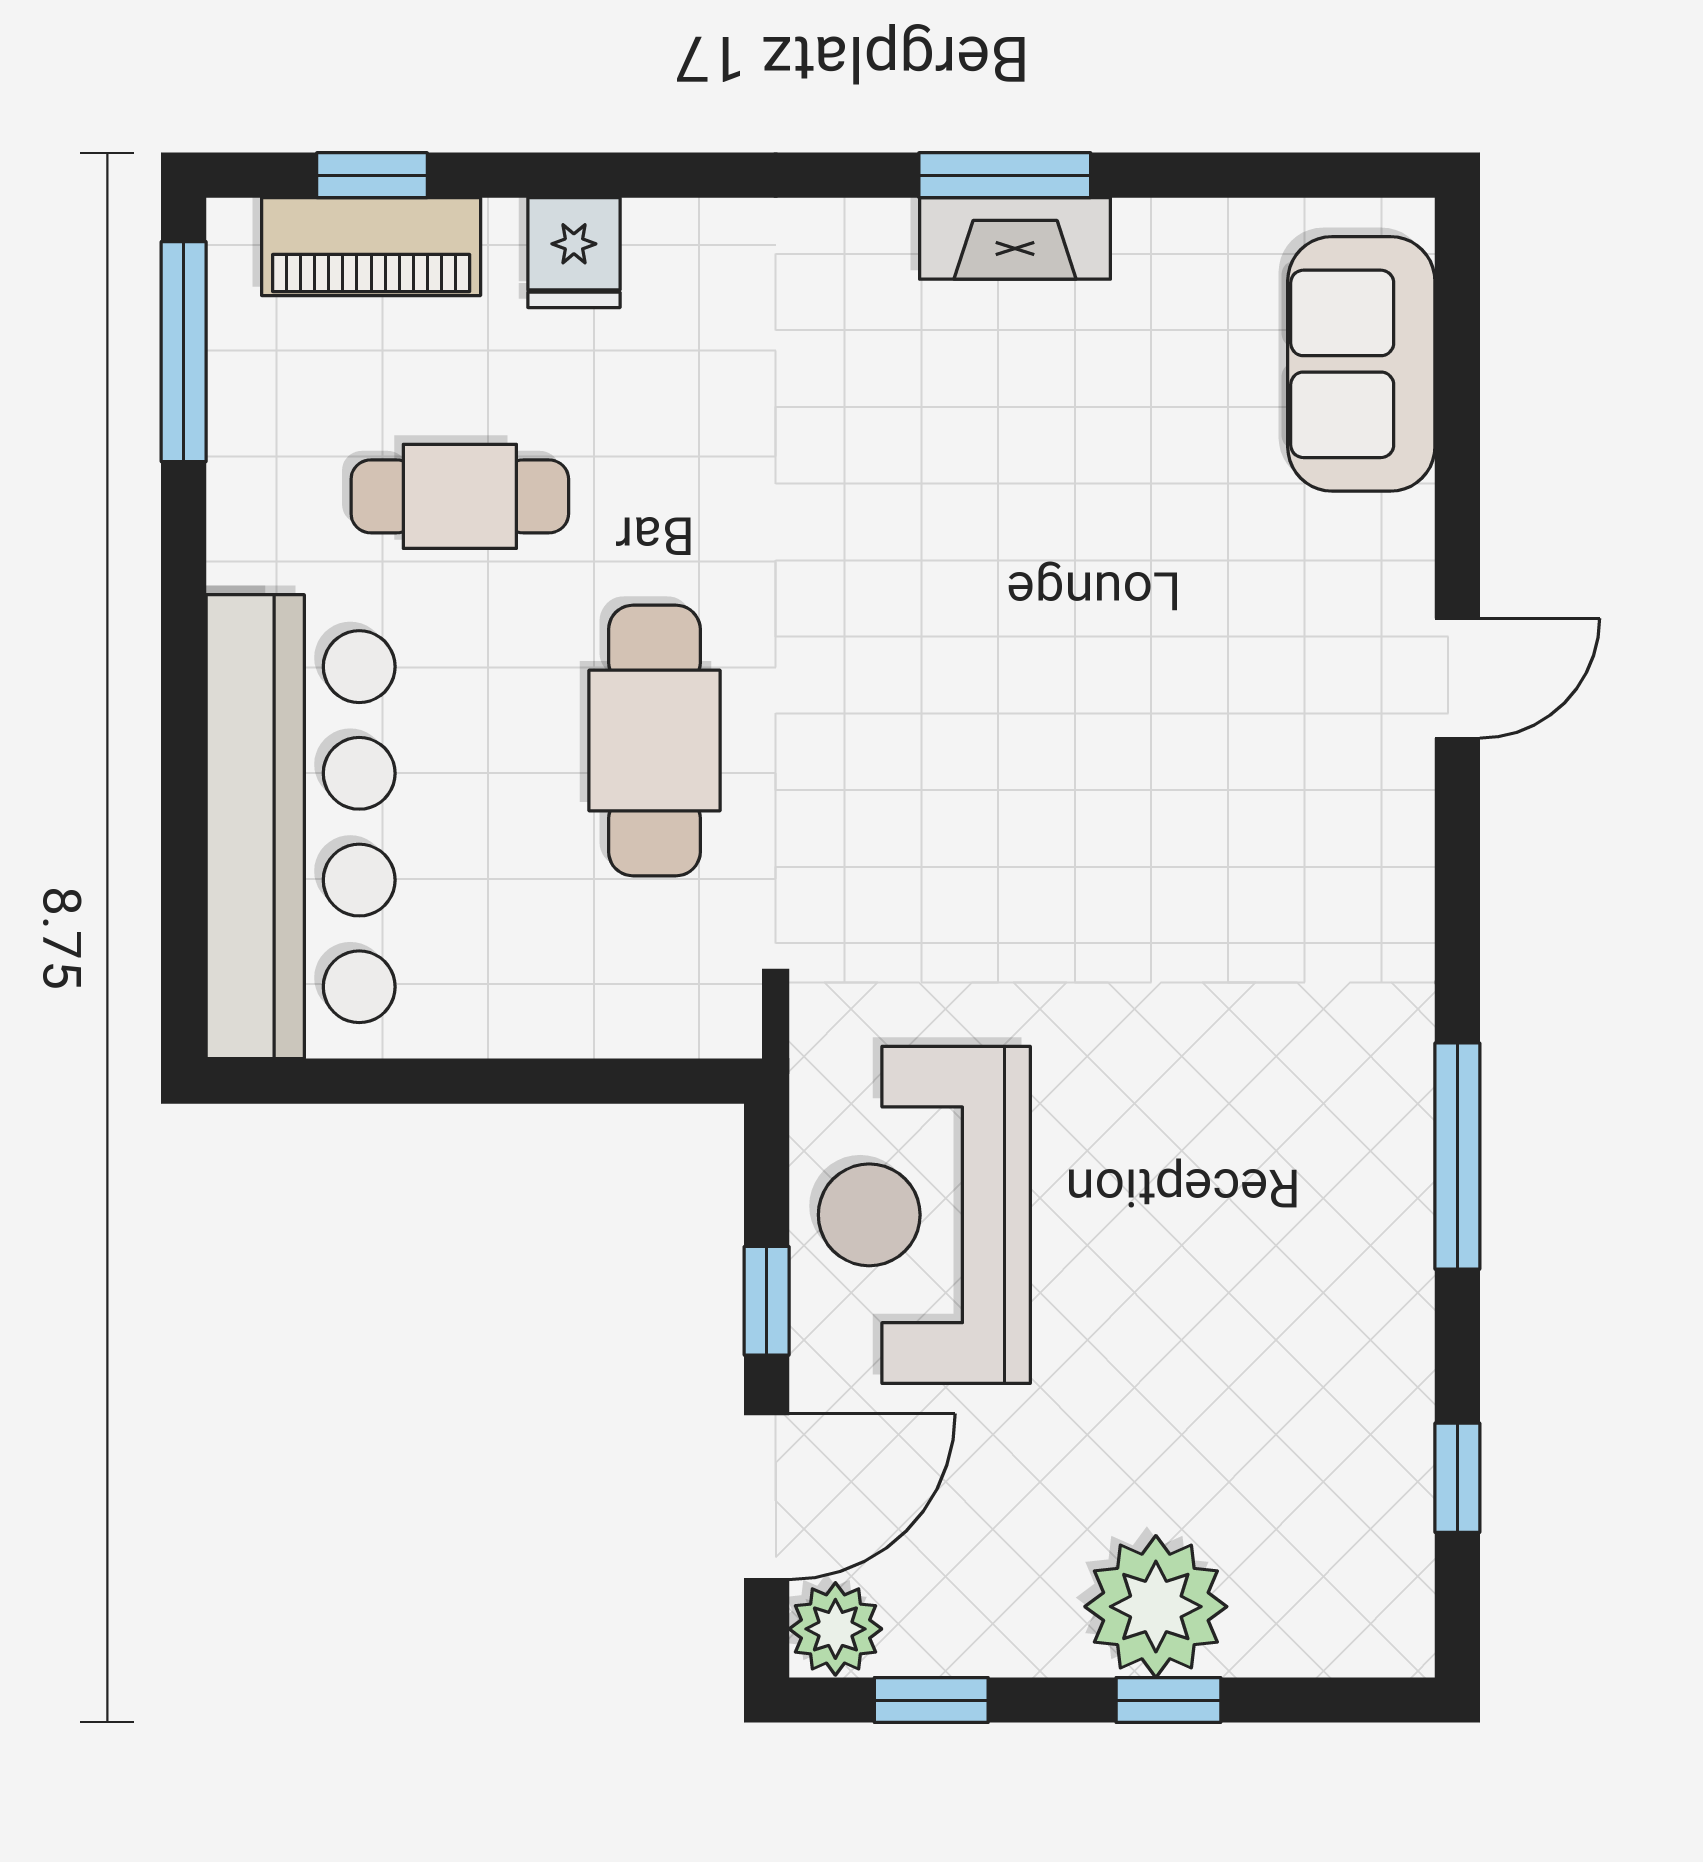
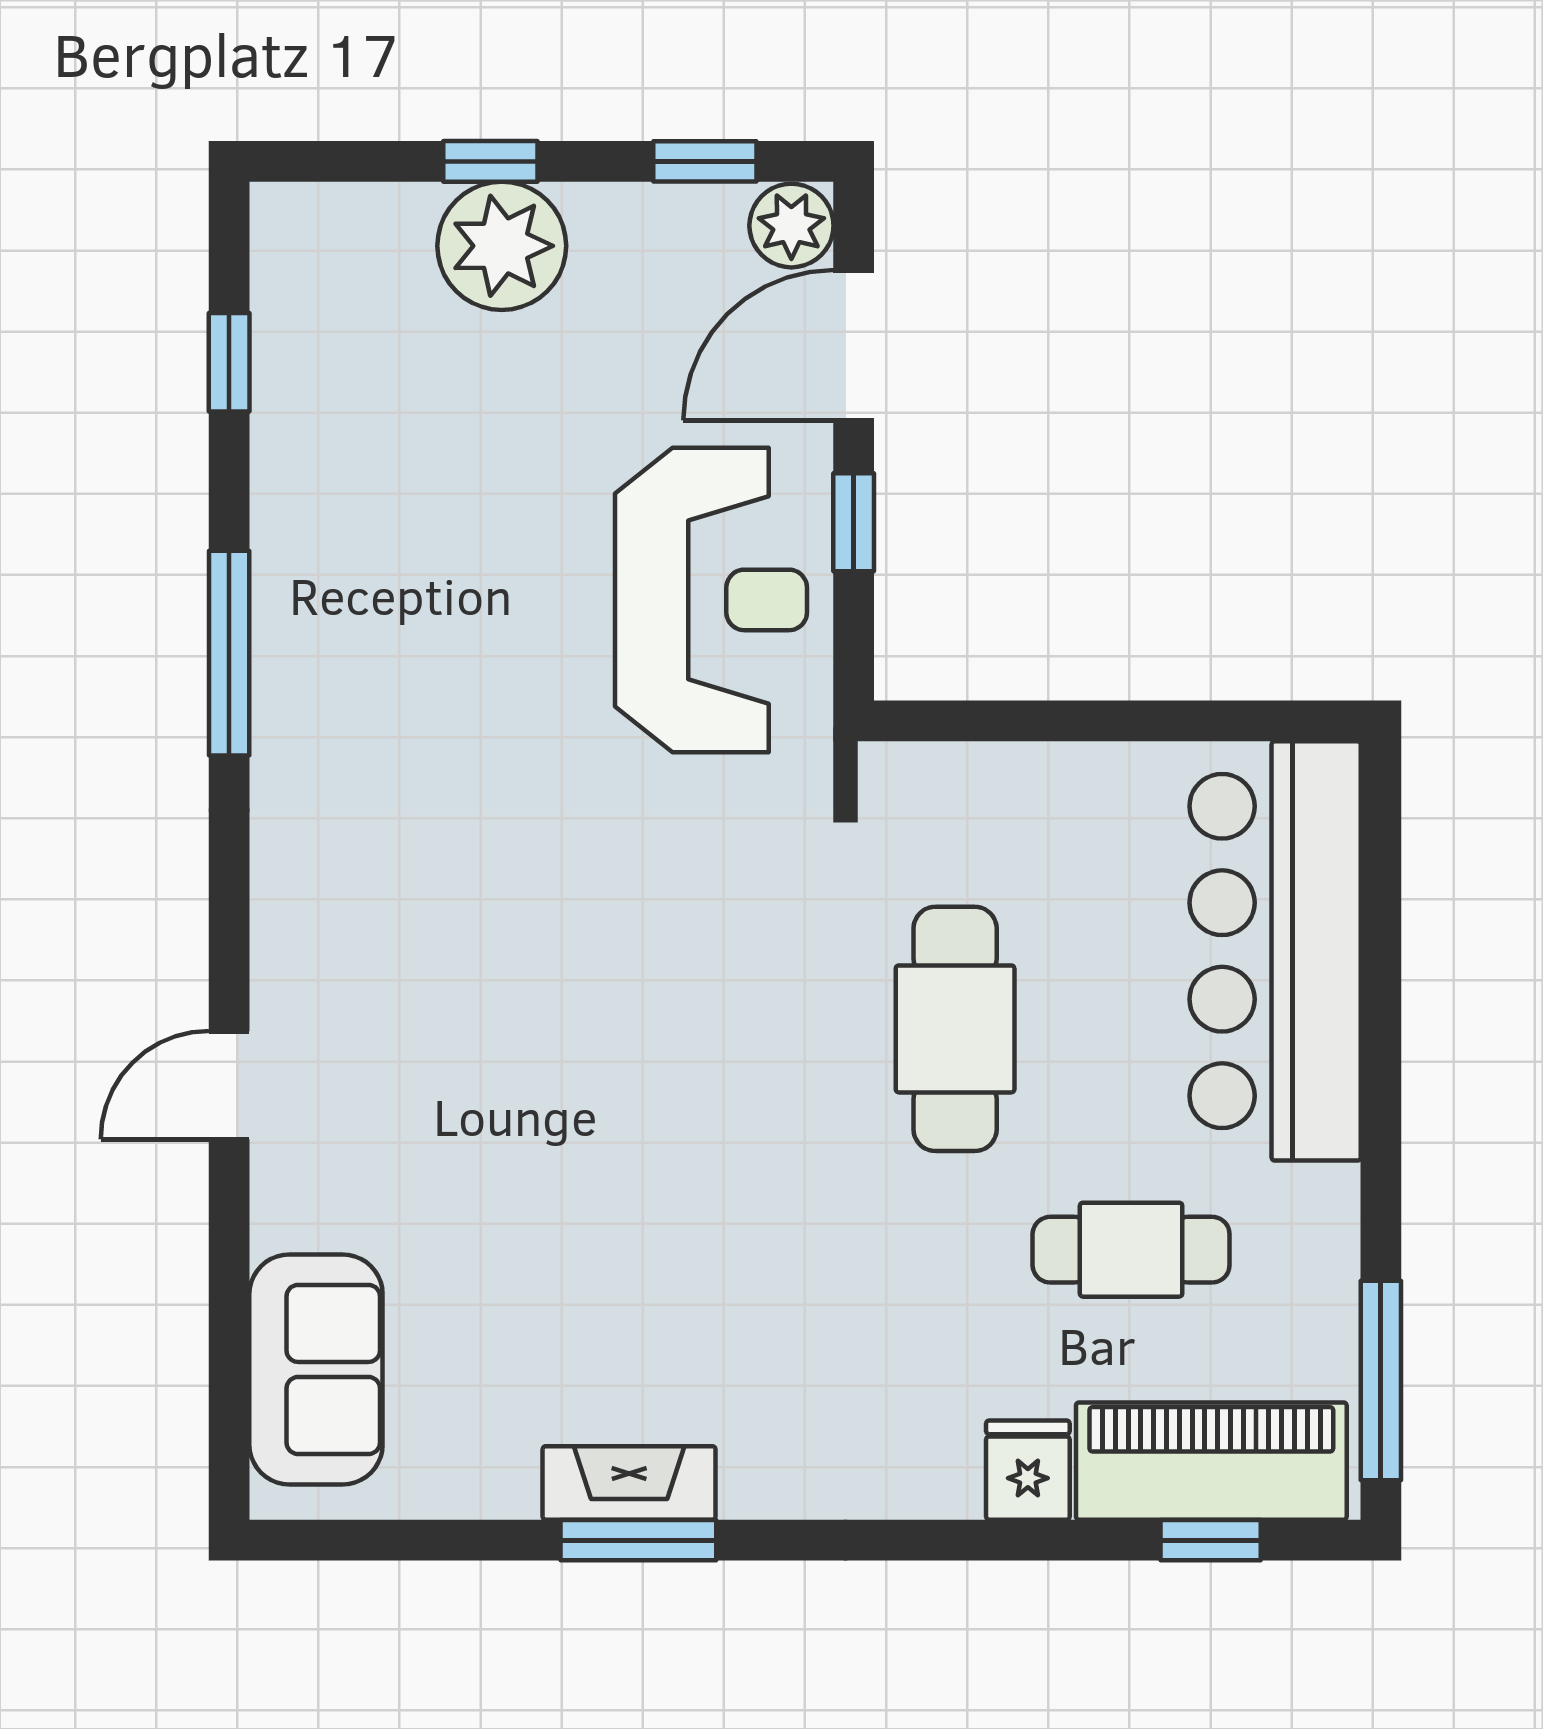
piano: (371, 247) -> (1211, 1461), width x1.37, depth x1.33

